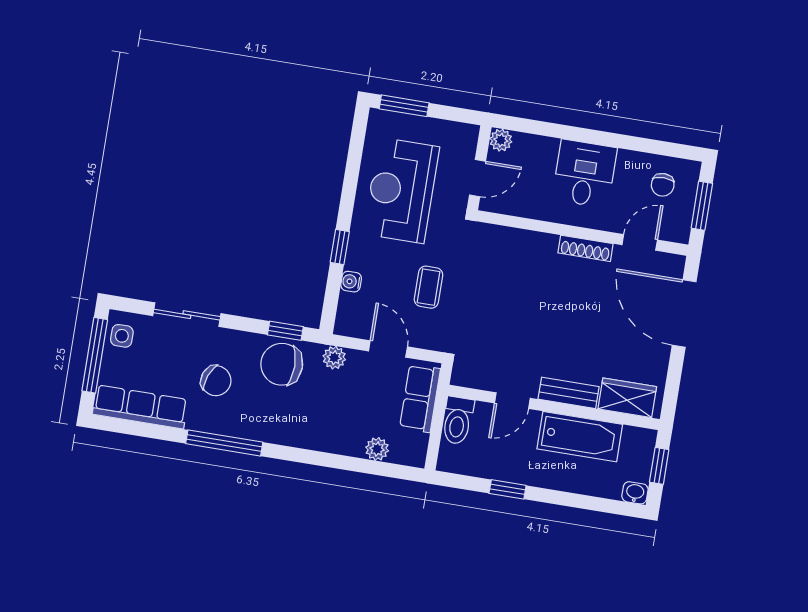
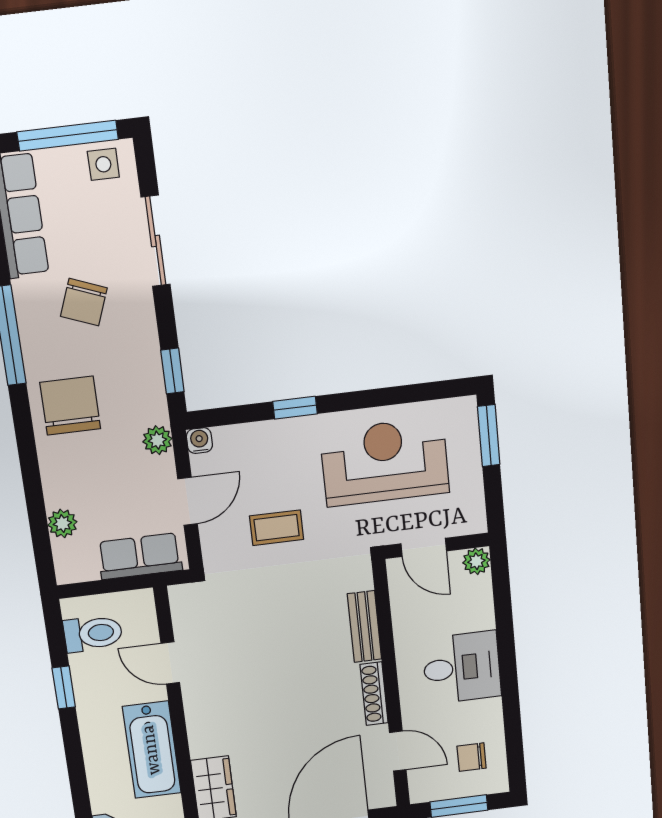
water cooler: (351, 282) -> (199, 441), moved
chair: (282, 364) -> (70, 406), moved
bench: (569, 393) -> (364, 627), moved
toilet: (458, 421) -> (93, 633), moved, turned 180

